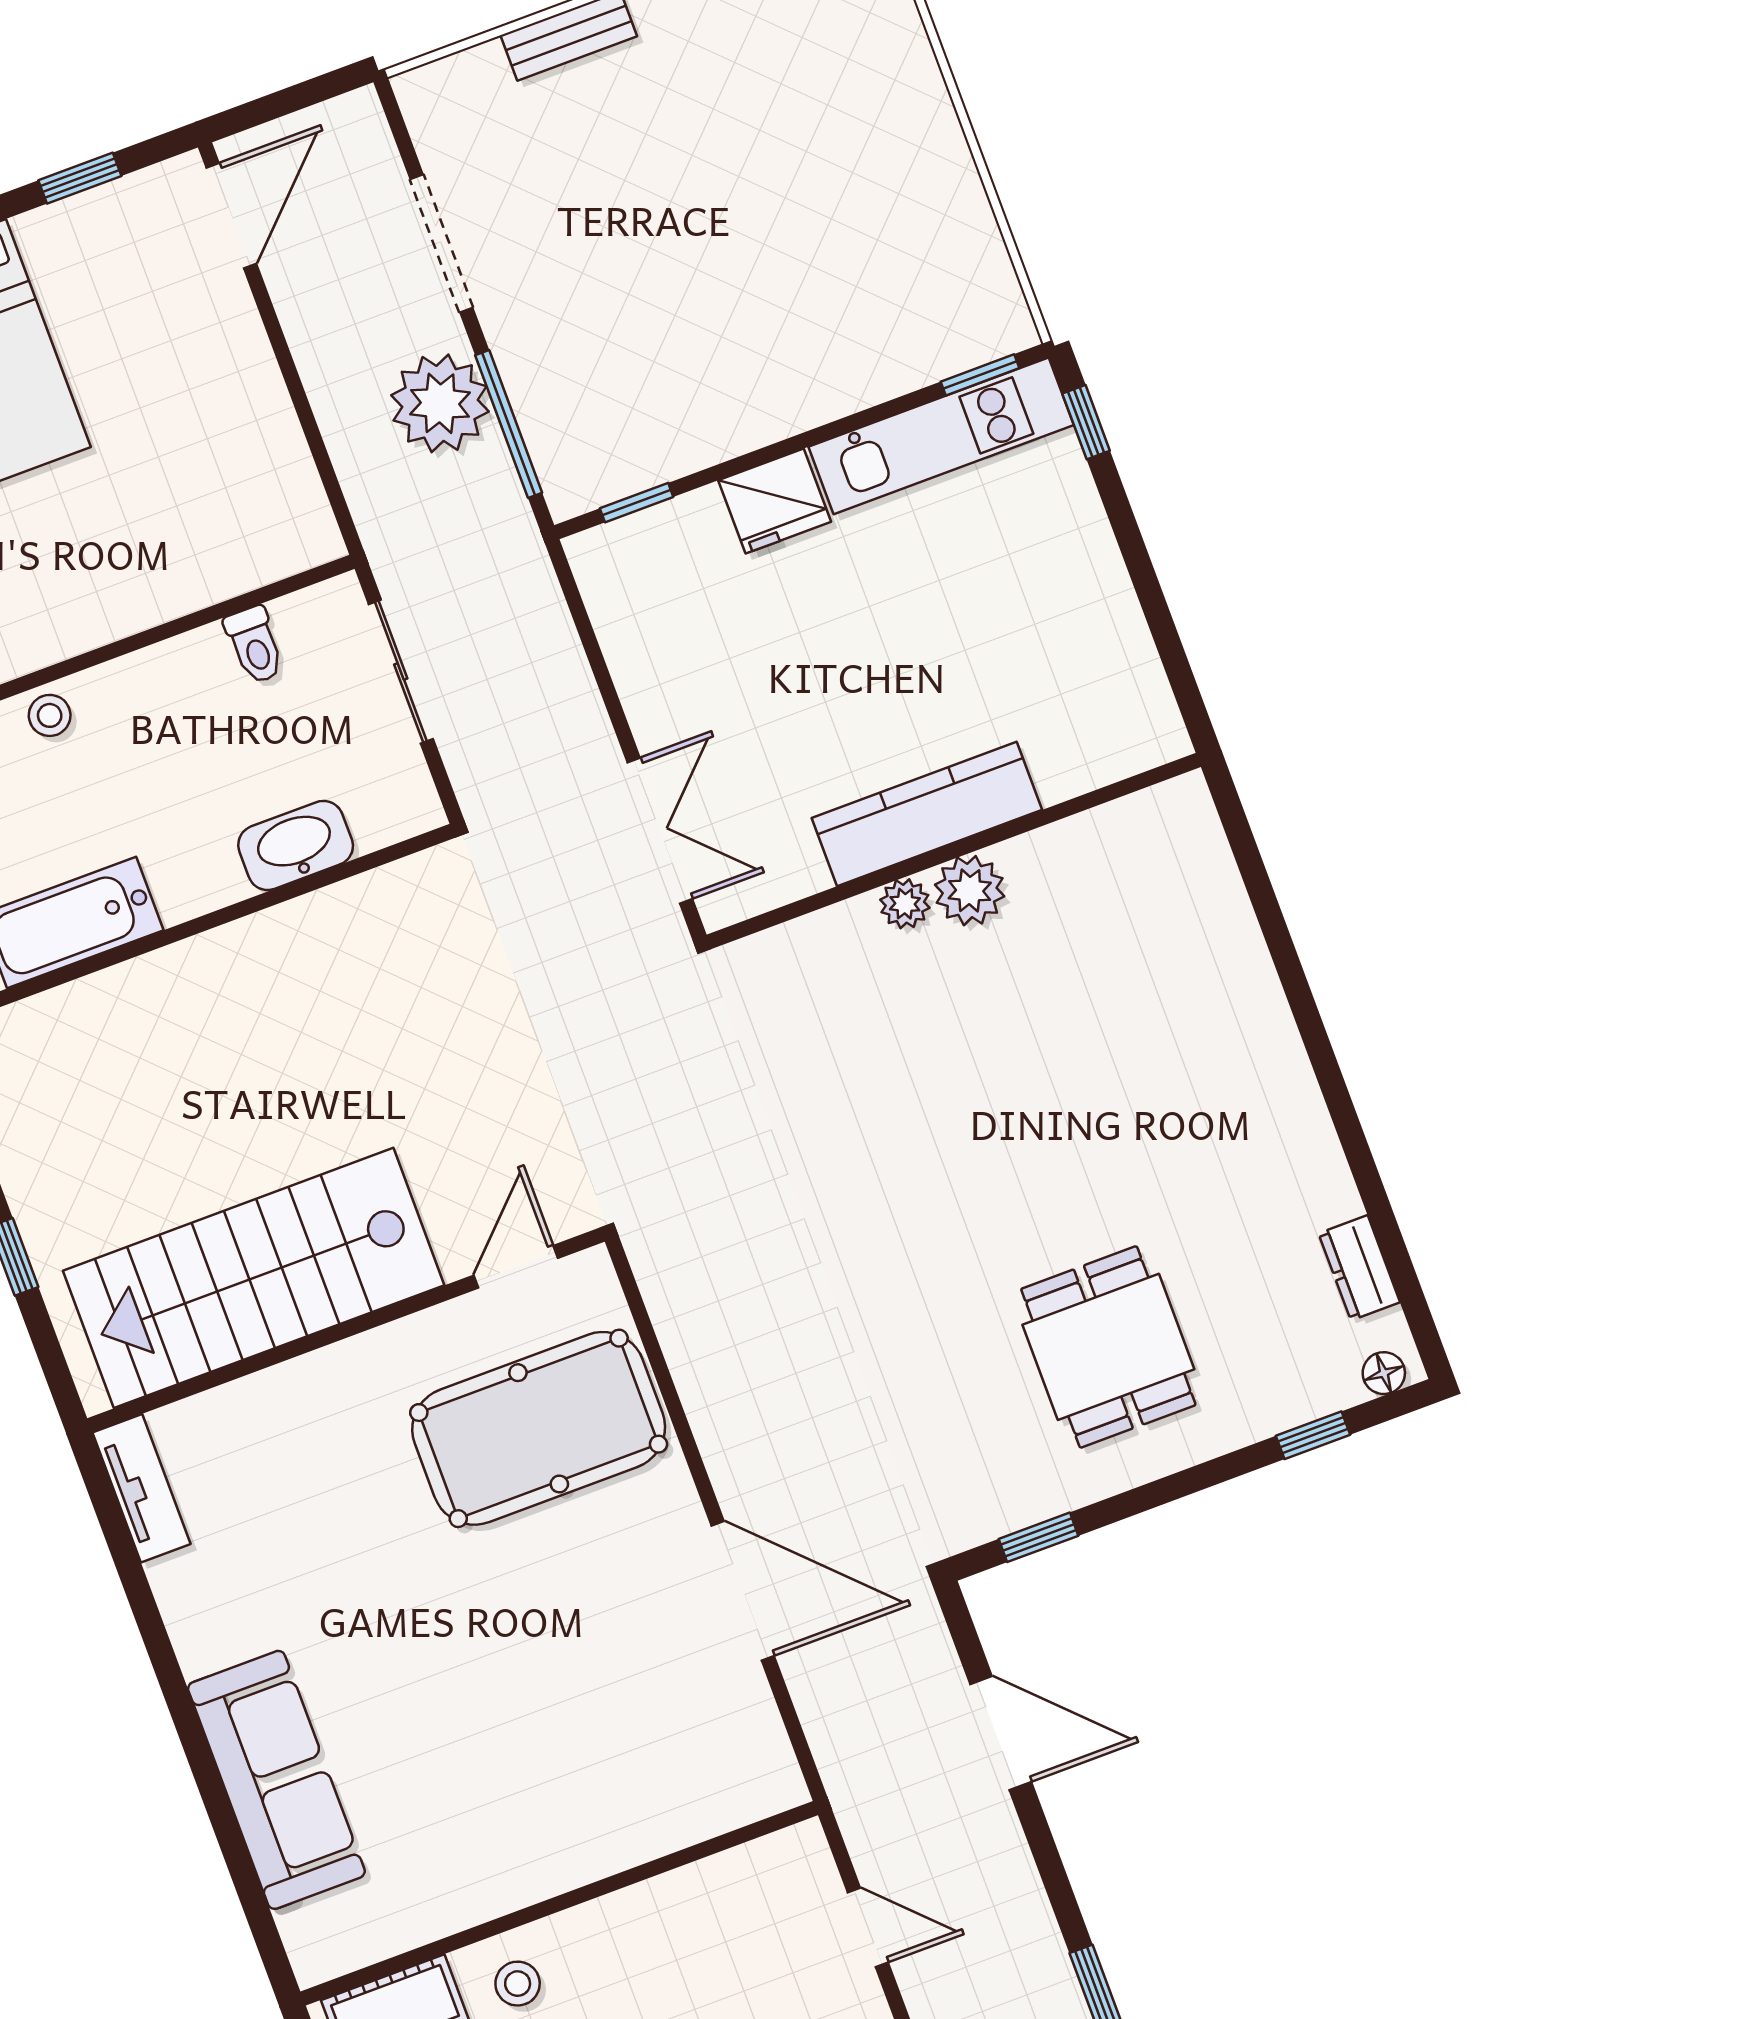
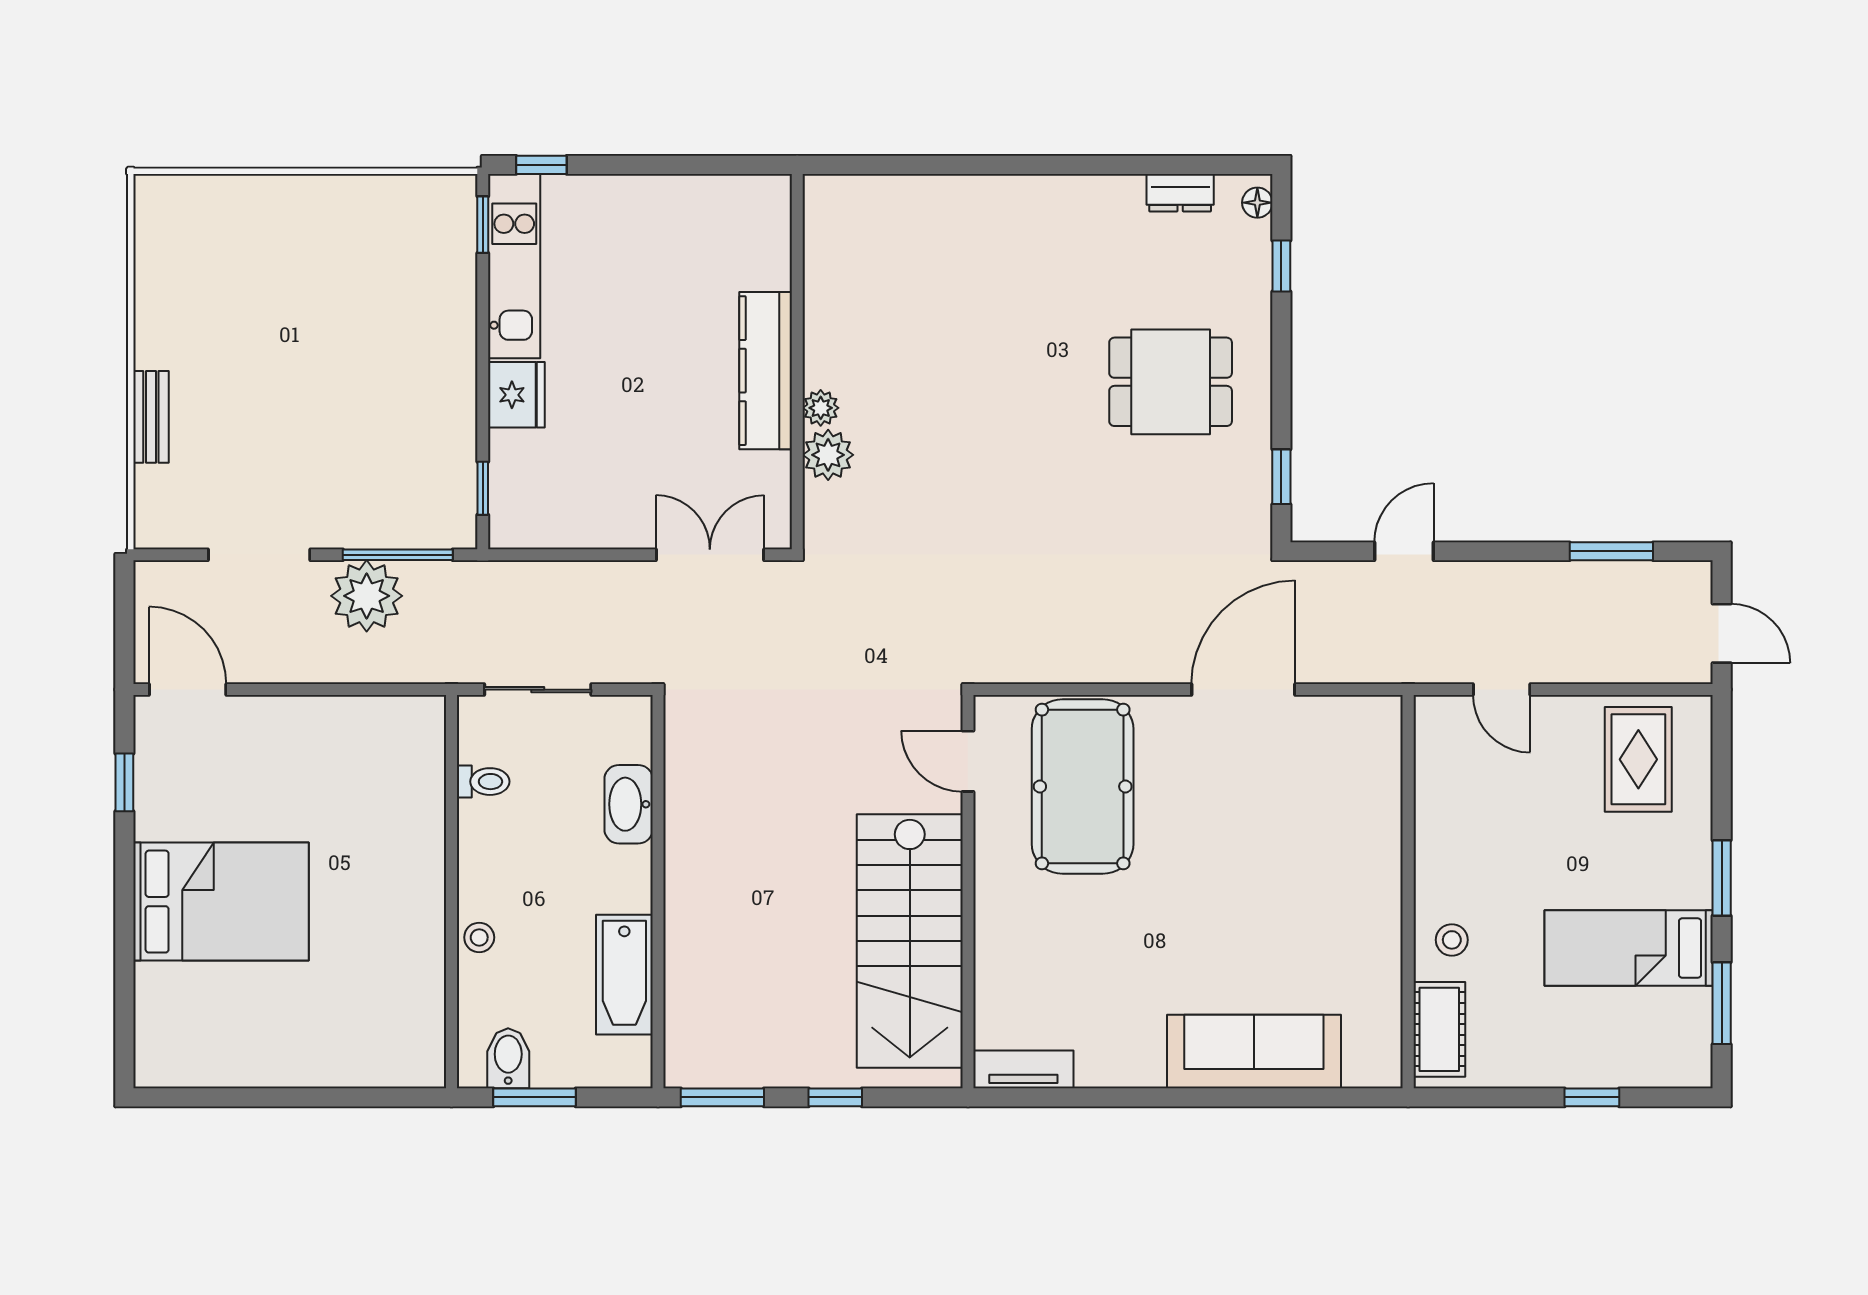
plant: (970, 891) -> (828, 455), moved
door: (1001, 1733) -> (1404, 551), width x0.73
door: (868, 1927) -> (1502, 690), swing flipped

